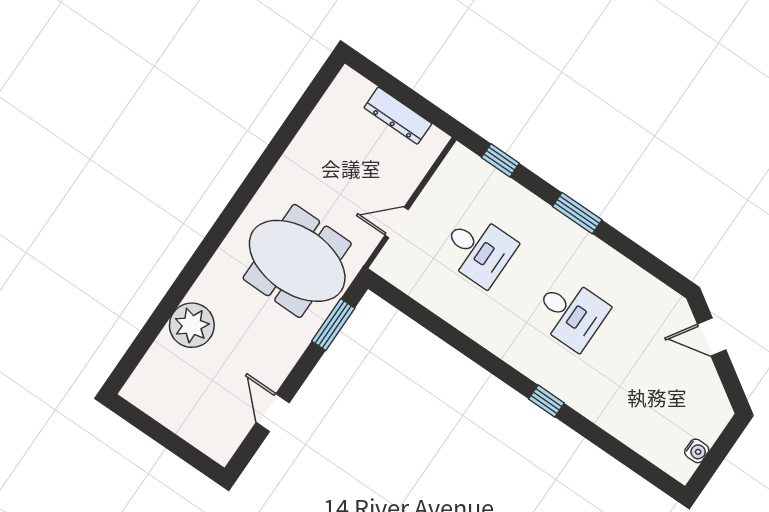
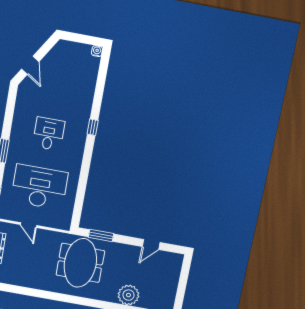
door: (397, 222) -> (28, 225), moved
desk: (478, 250) -> (39, 187), width x1.87, depth x1.30
water cooler: (697, 451) -> (97, 51), moved

